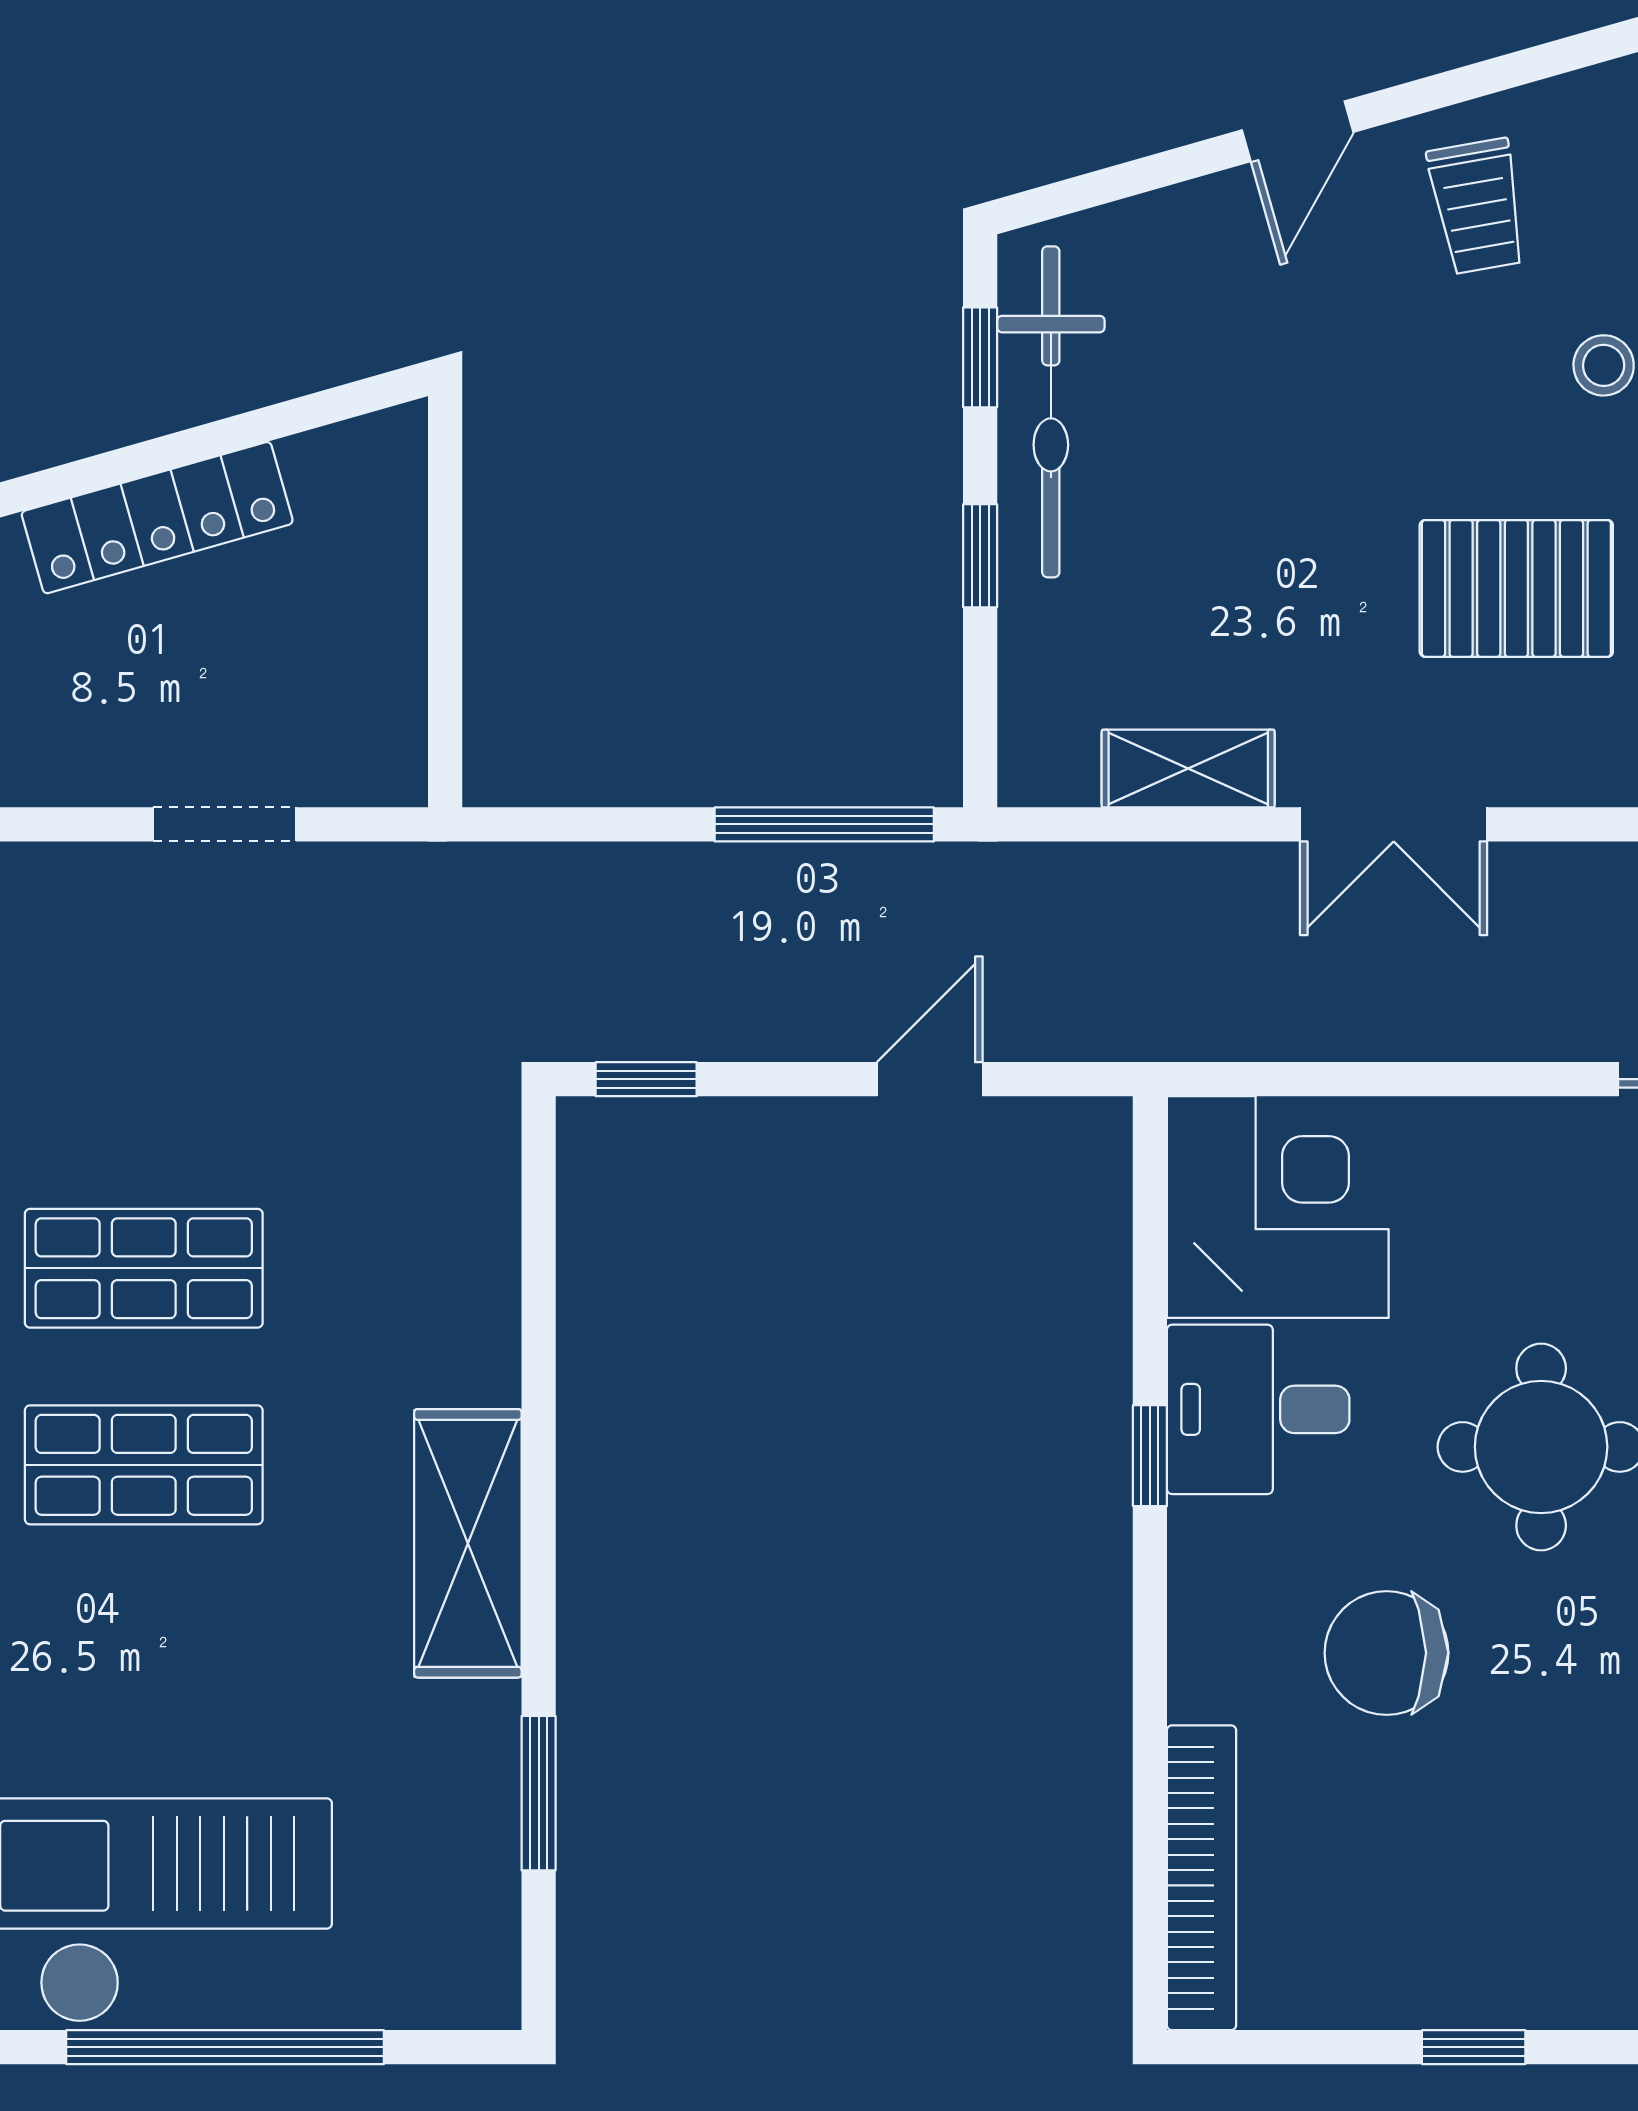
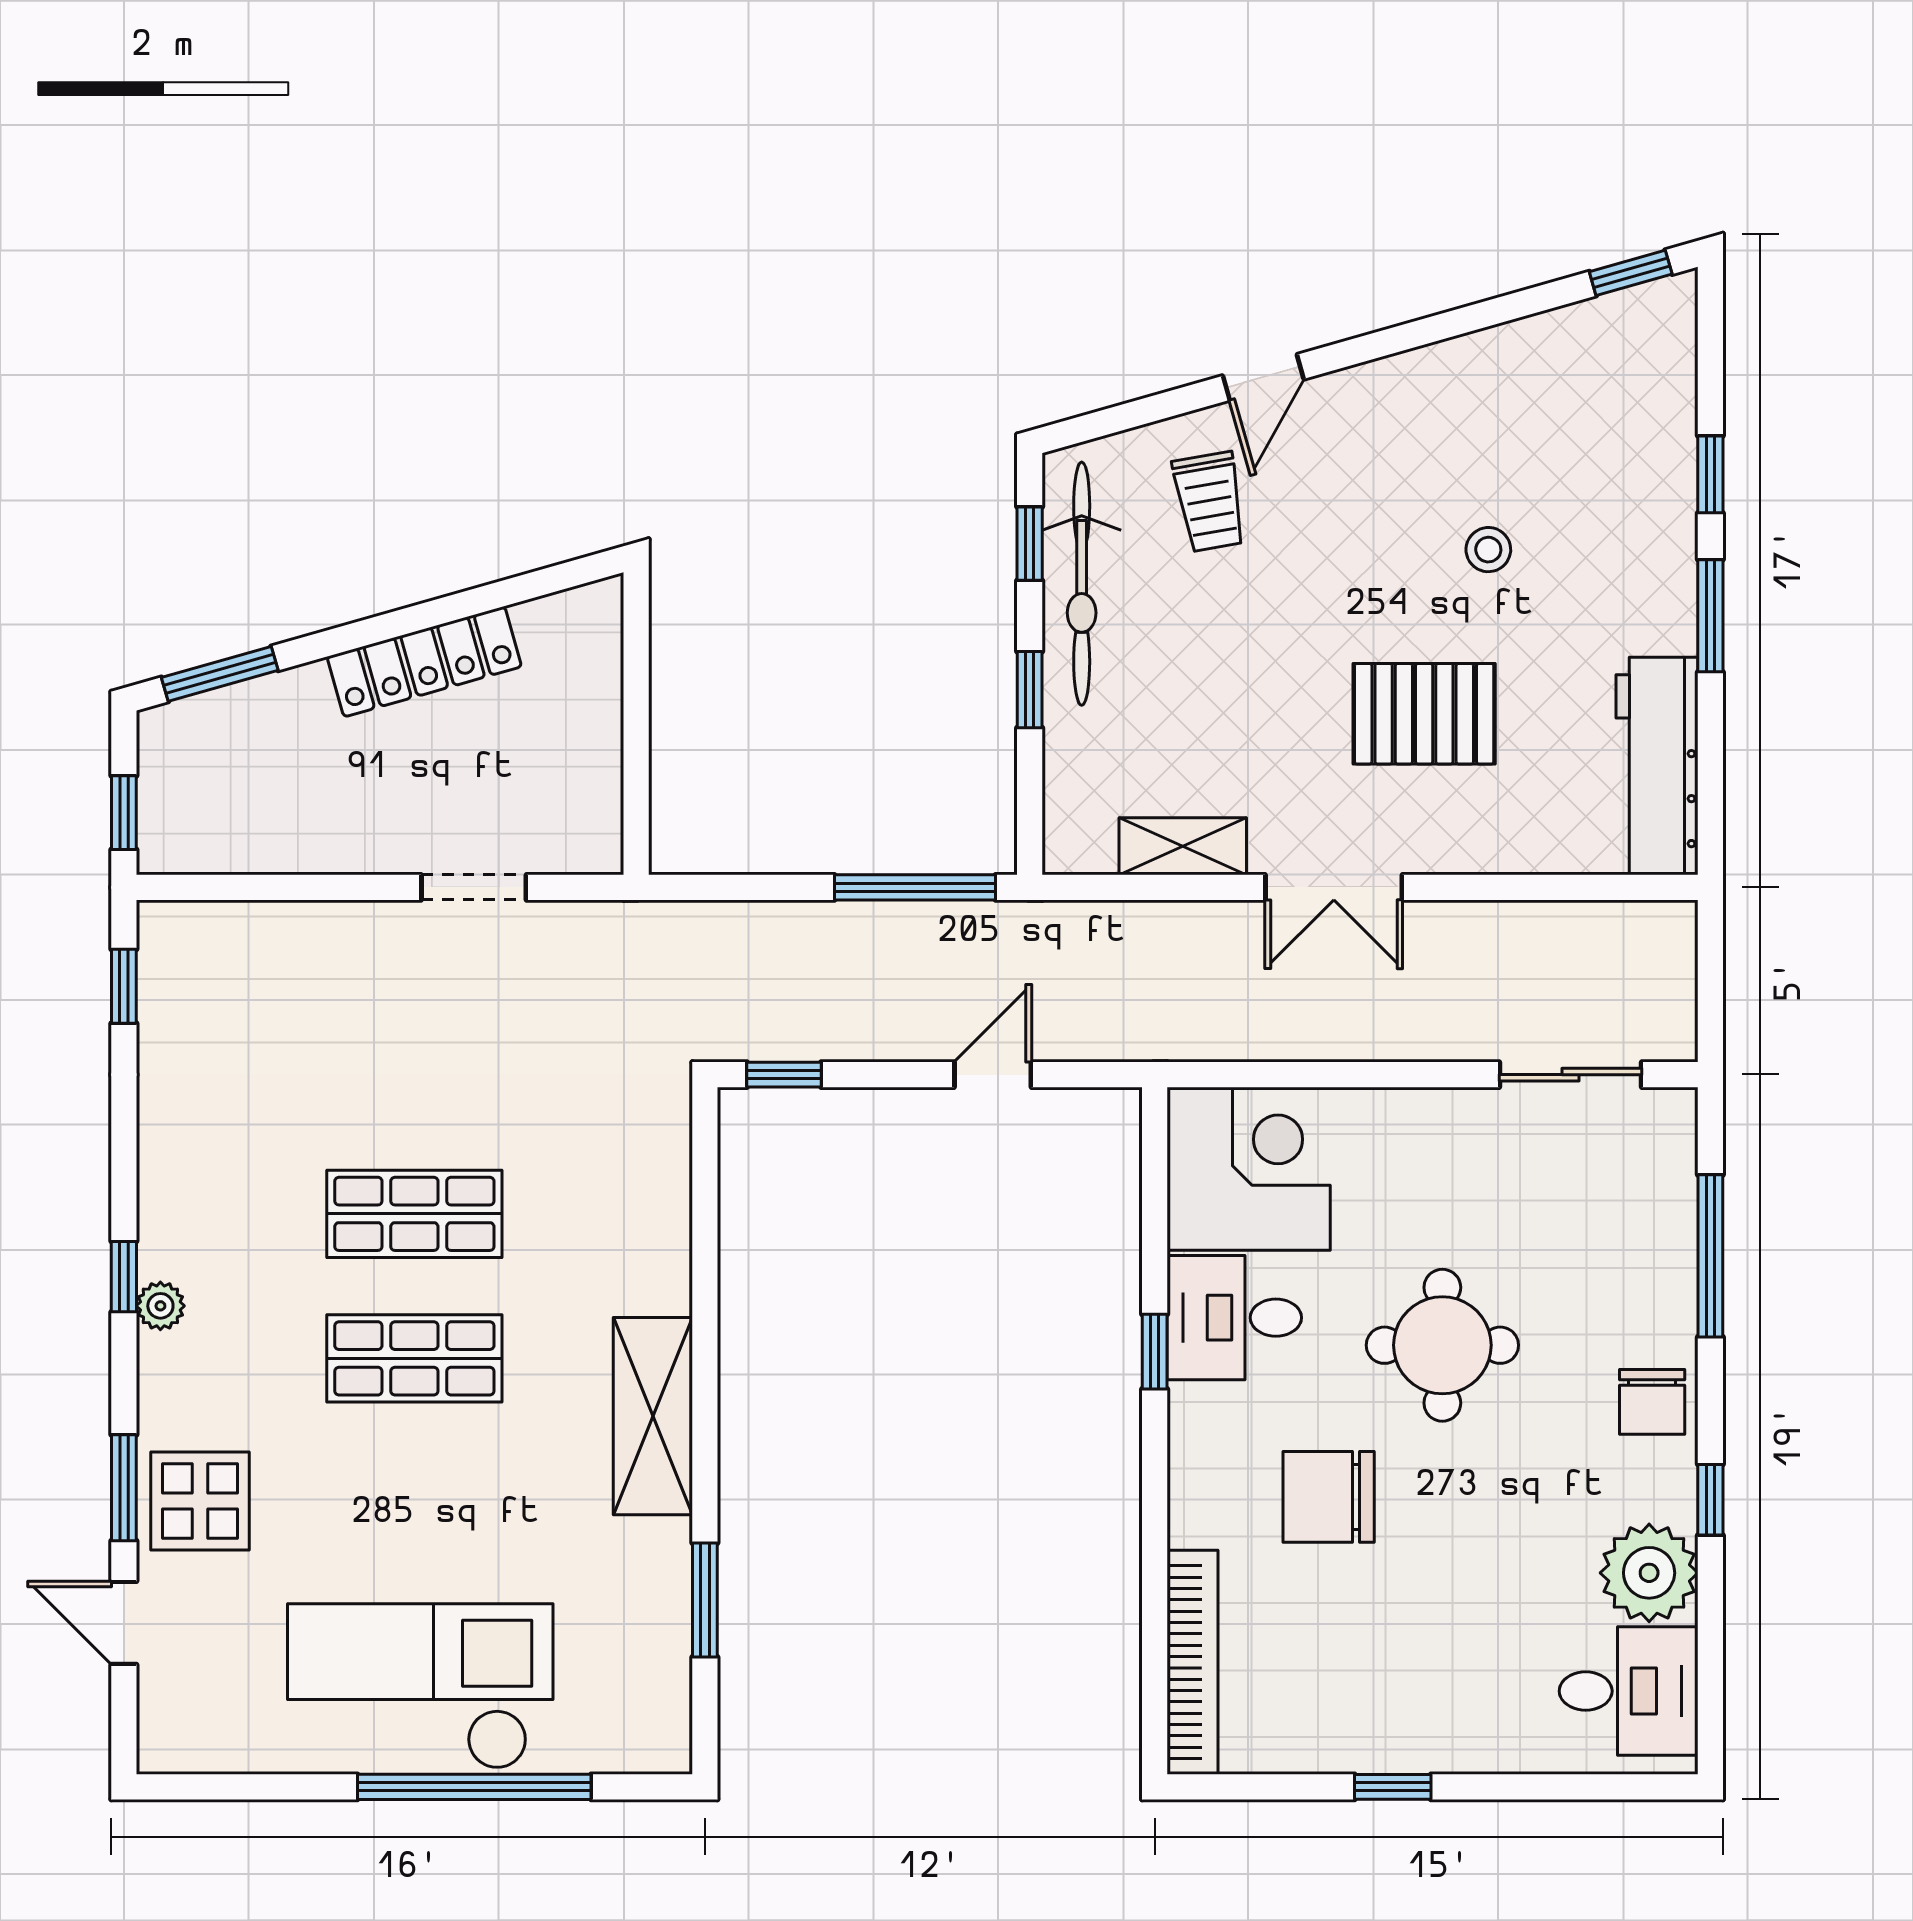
trolley: (1477, 206) -> (1210, 502), moved

